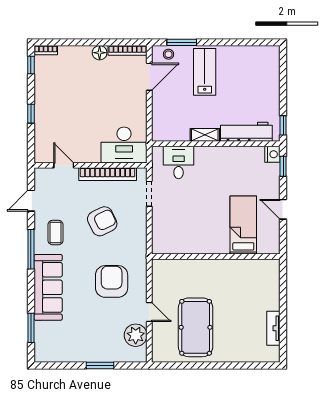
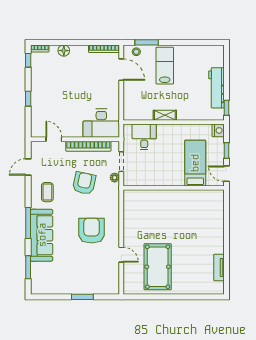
floor lamp: (100, 53) -> (64, 51), moved
door: (149, 77) -> (121, 70), hinge flipped
workbench: (246, 132) -> (216, 88), moved, turned -90
window: (283, 166) -> (226, 150), moved
armchair: (102, 221) -> (84, 183), turned -52
bed: (243, 225) -> (195, 163), moved
window: (31, 249) -> (28, 223), moved
wall: (216, 257) -> (174, 188), moved
plant: (136, 335) -> (115, 178), moved, width x0.53, depth x0.53

